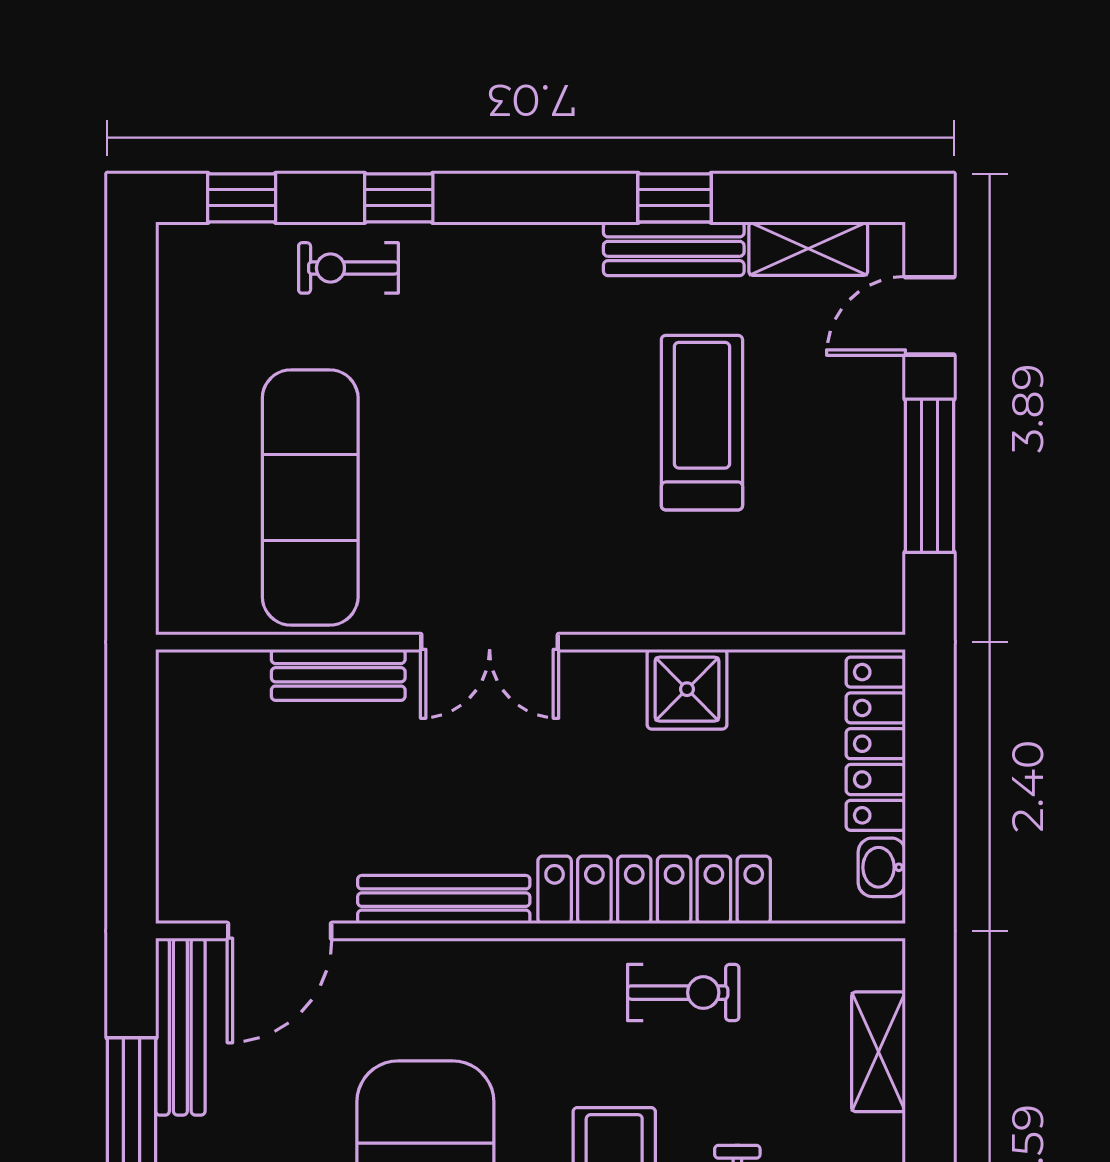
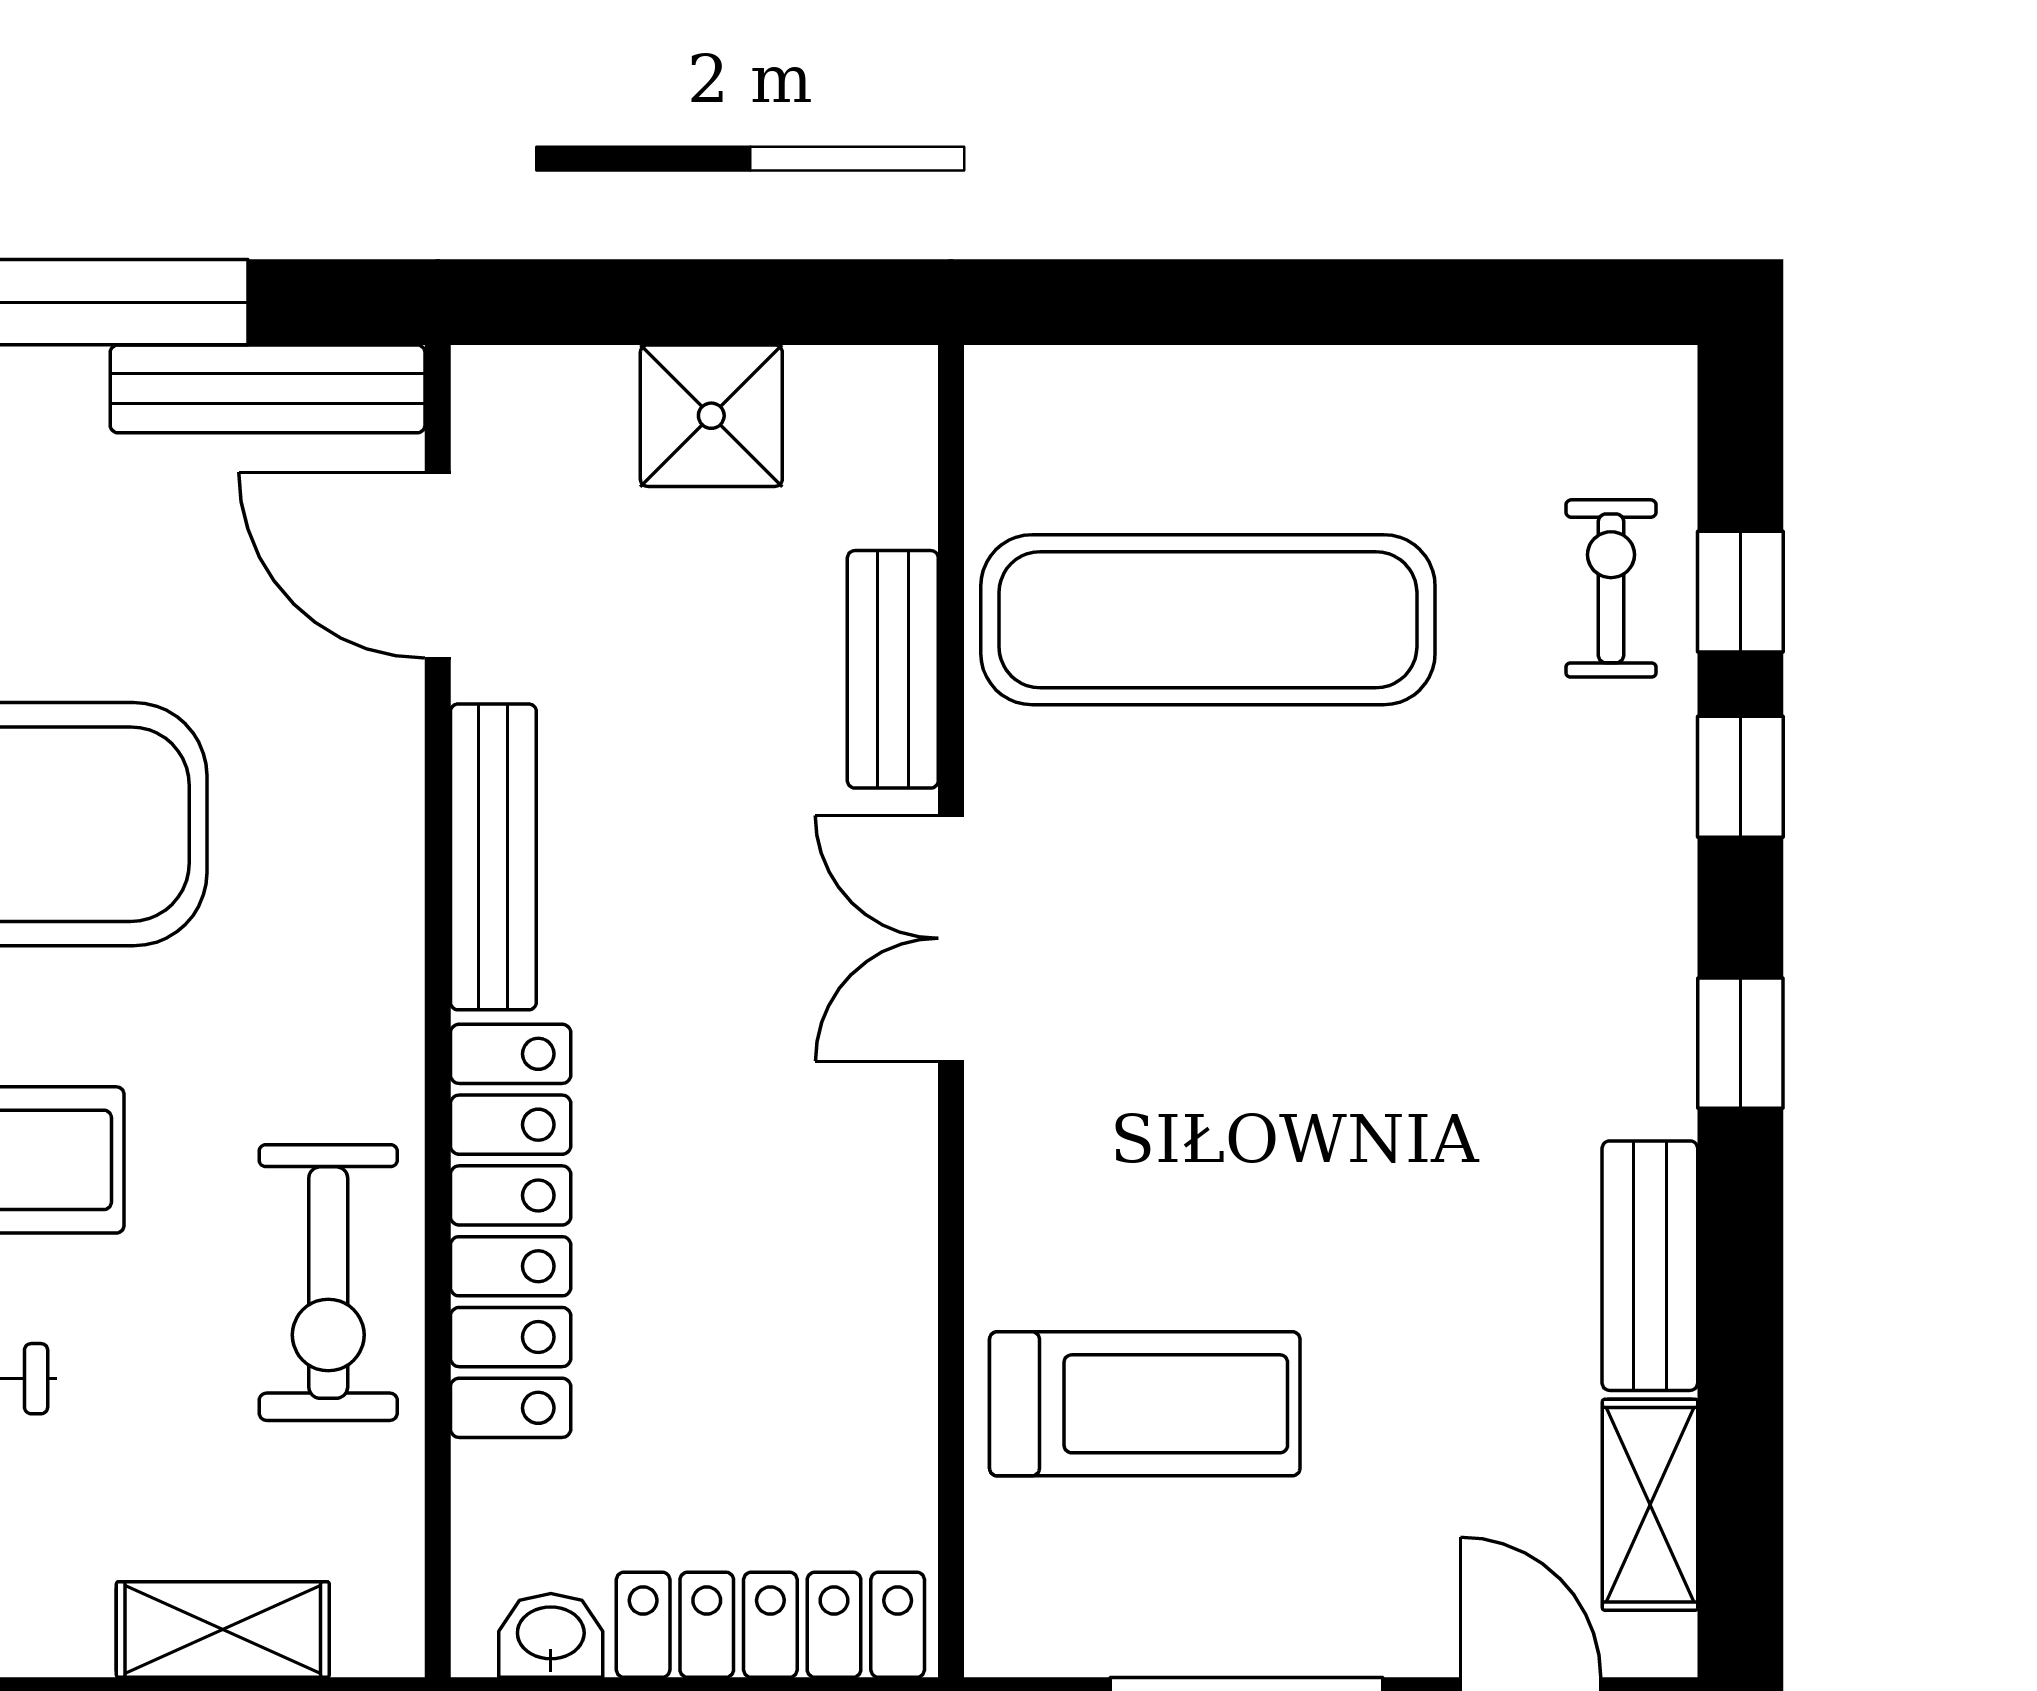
window: (242, 198) -> (1740, 592), moved
window: (675, 198) -> (1740, 1043), moved
exercise bike: (348, 268) -> (1611, 588), moved
treadmill: (702, 423) -> (1145, 1404), moved
shower: (687, 689) -> (711, 416), moved
exercise bike: (683, 993) -> (328, 1283), width x1.38, depth x1.39

